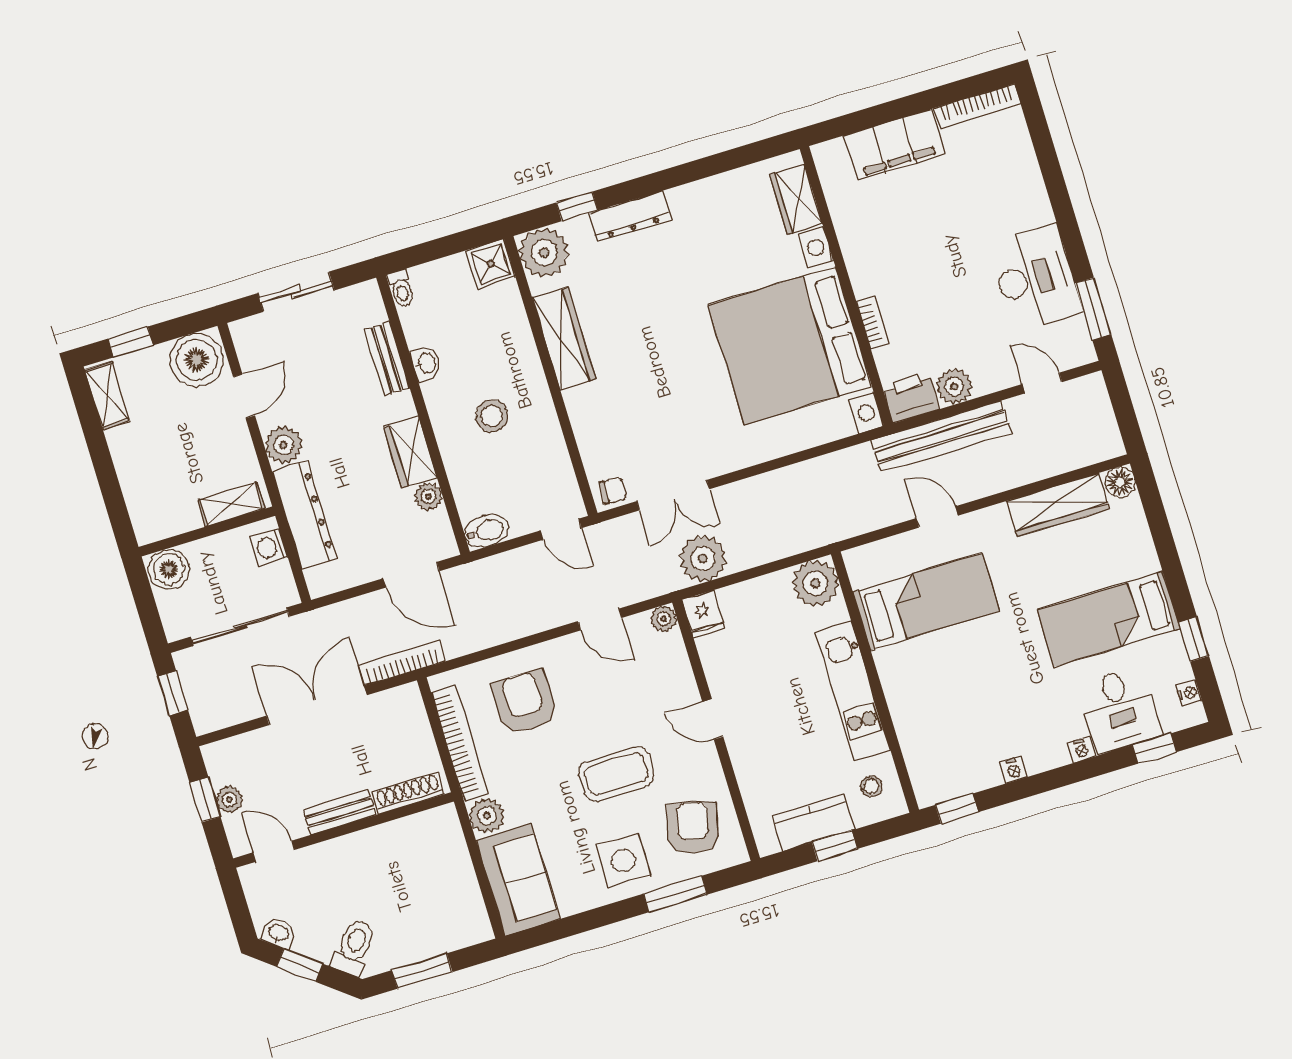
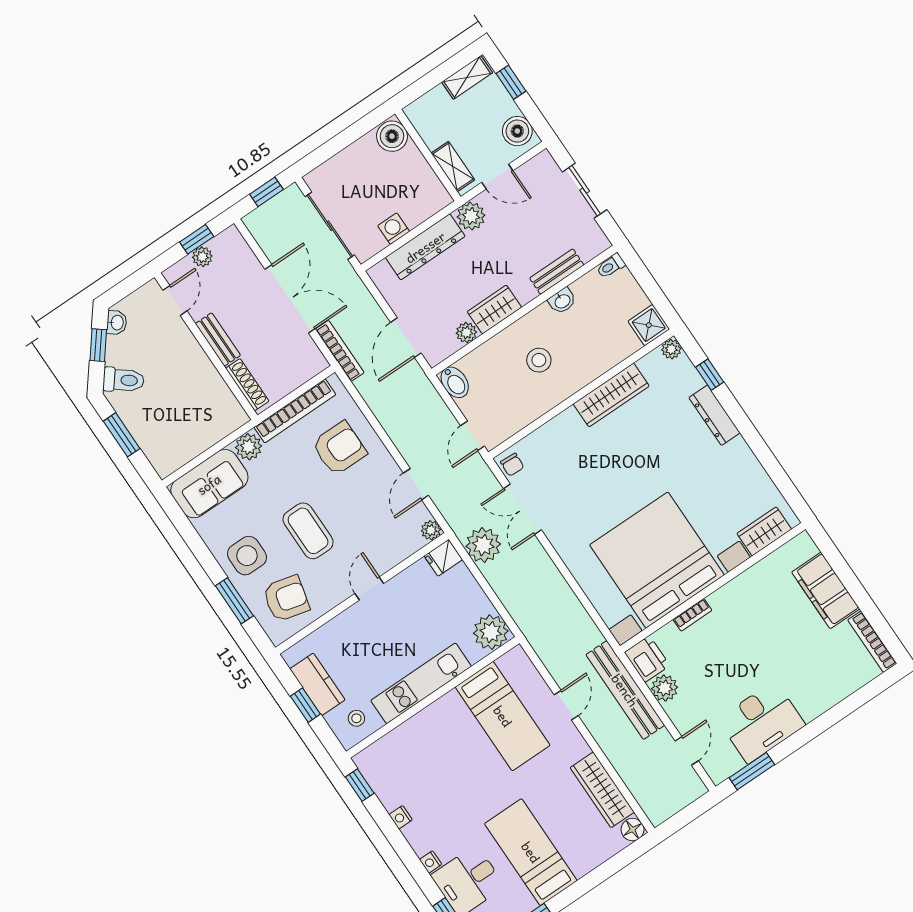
plant: (544, 252) -> (671, 349), width x0.53, depth x0.53
boiler: (197, 360) -> (517, 131), width x0.73, depth x0.73
shelving: (231, 504) -> (453, 167), moved
wall: (207, 531) -> (428, 155), moved
boiler: (169, 569) -> (392, 136), moved

